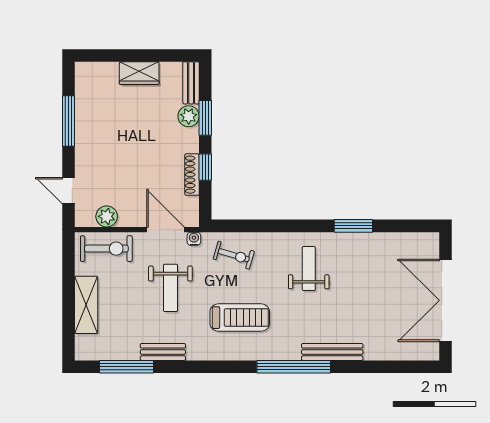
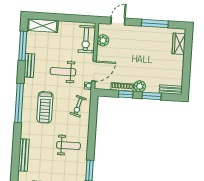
wardrobe: (139, 73) -> (179, 44), moved
plant: (189, 116) -> (140, 86), moved
shelving: (86, 305) -> (43, 26), moved
window: (294, 367) -> (19, 103), moved

